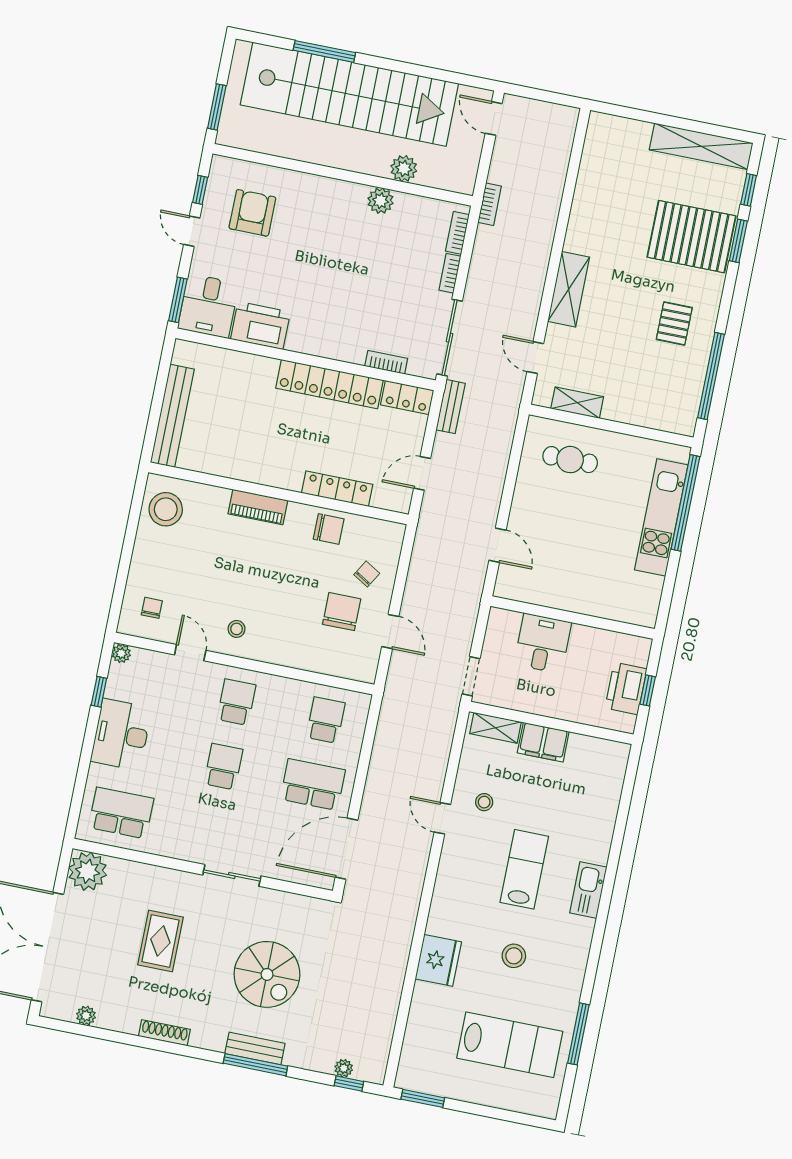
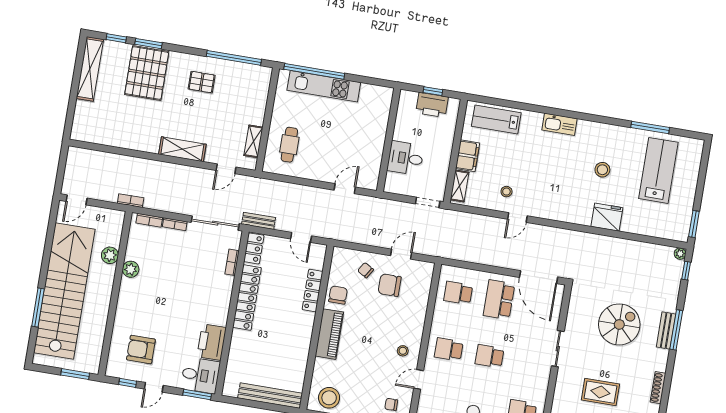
piano: (258, 507) -> (329, 334), width x1.37, depth x1.33
lab bench: (524, 869) -> (496, 119), moved
plant: (344, 1068) -> (680, 254), moved

